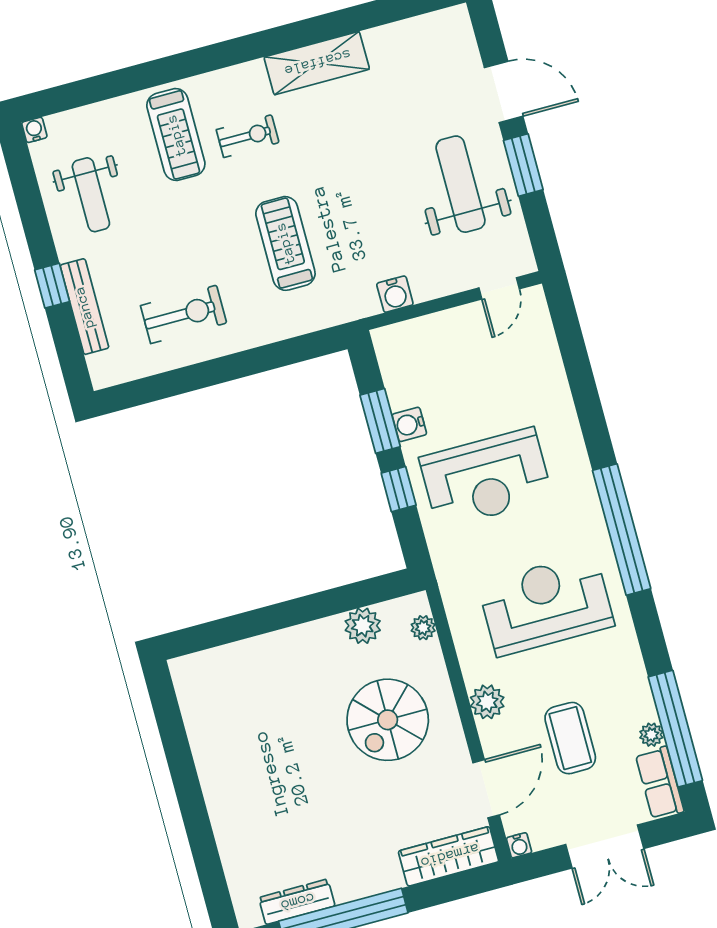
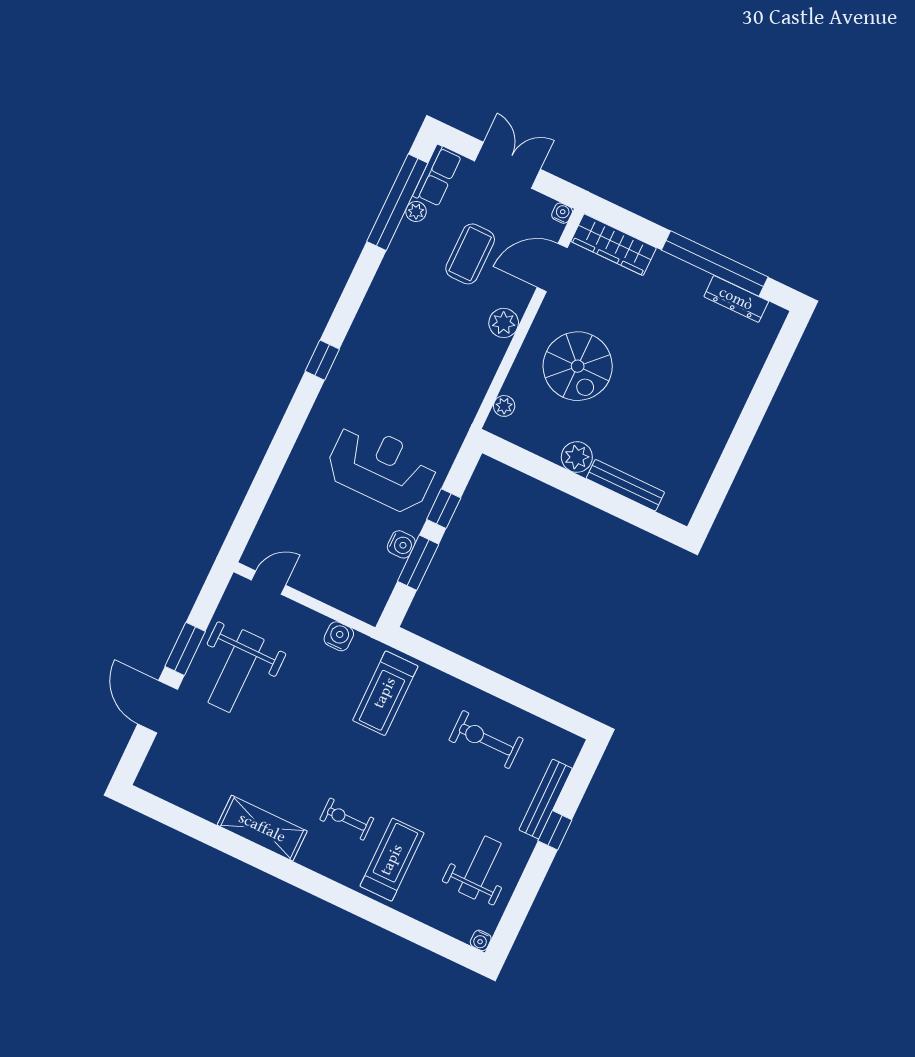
treadmill: (285, 243) -> (385, 693), moved
window: (622, 529) -> (322, 360), width x0.32
reception desk: (546, 604) -> (412, 353), removed
plant: (363, 626) -> (577, 457), moved
bench: (253, 649) -> (625, 485), added
spiral stairs: (388, 720) -> (578, 366), turned 90

